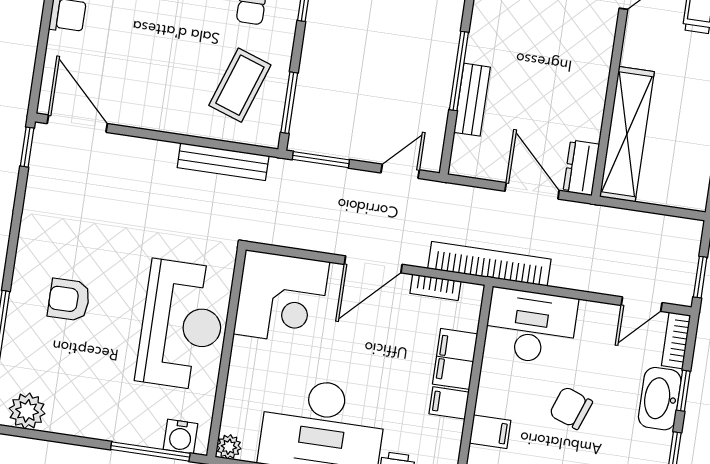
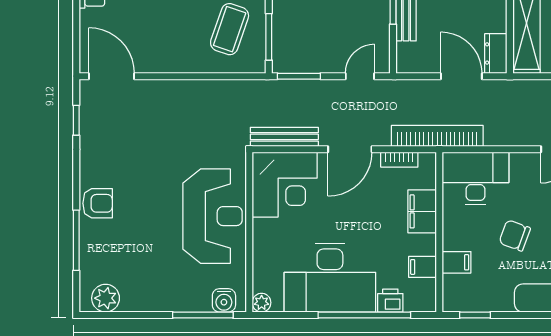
window: (27, 147) -> (76, 120), moved
bench: (223, 162) -> (284, 137), moved
armchair: (69, 300) -> (98, 203), moved, turned 180
filing cabinet: (449, 403) -> (422, 267), moved

